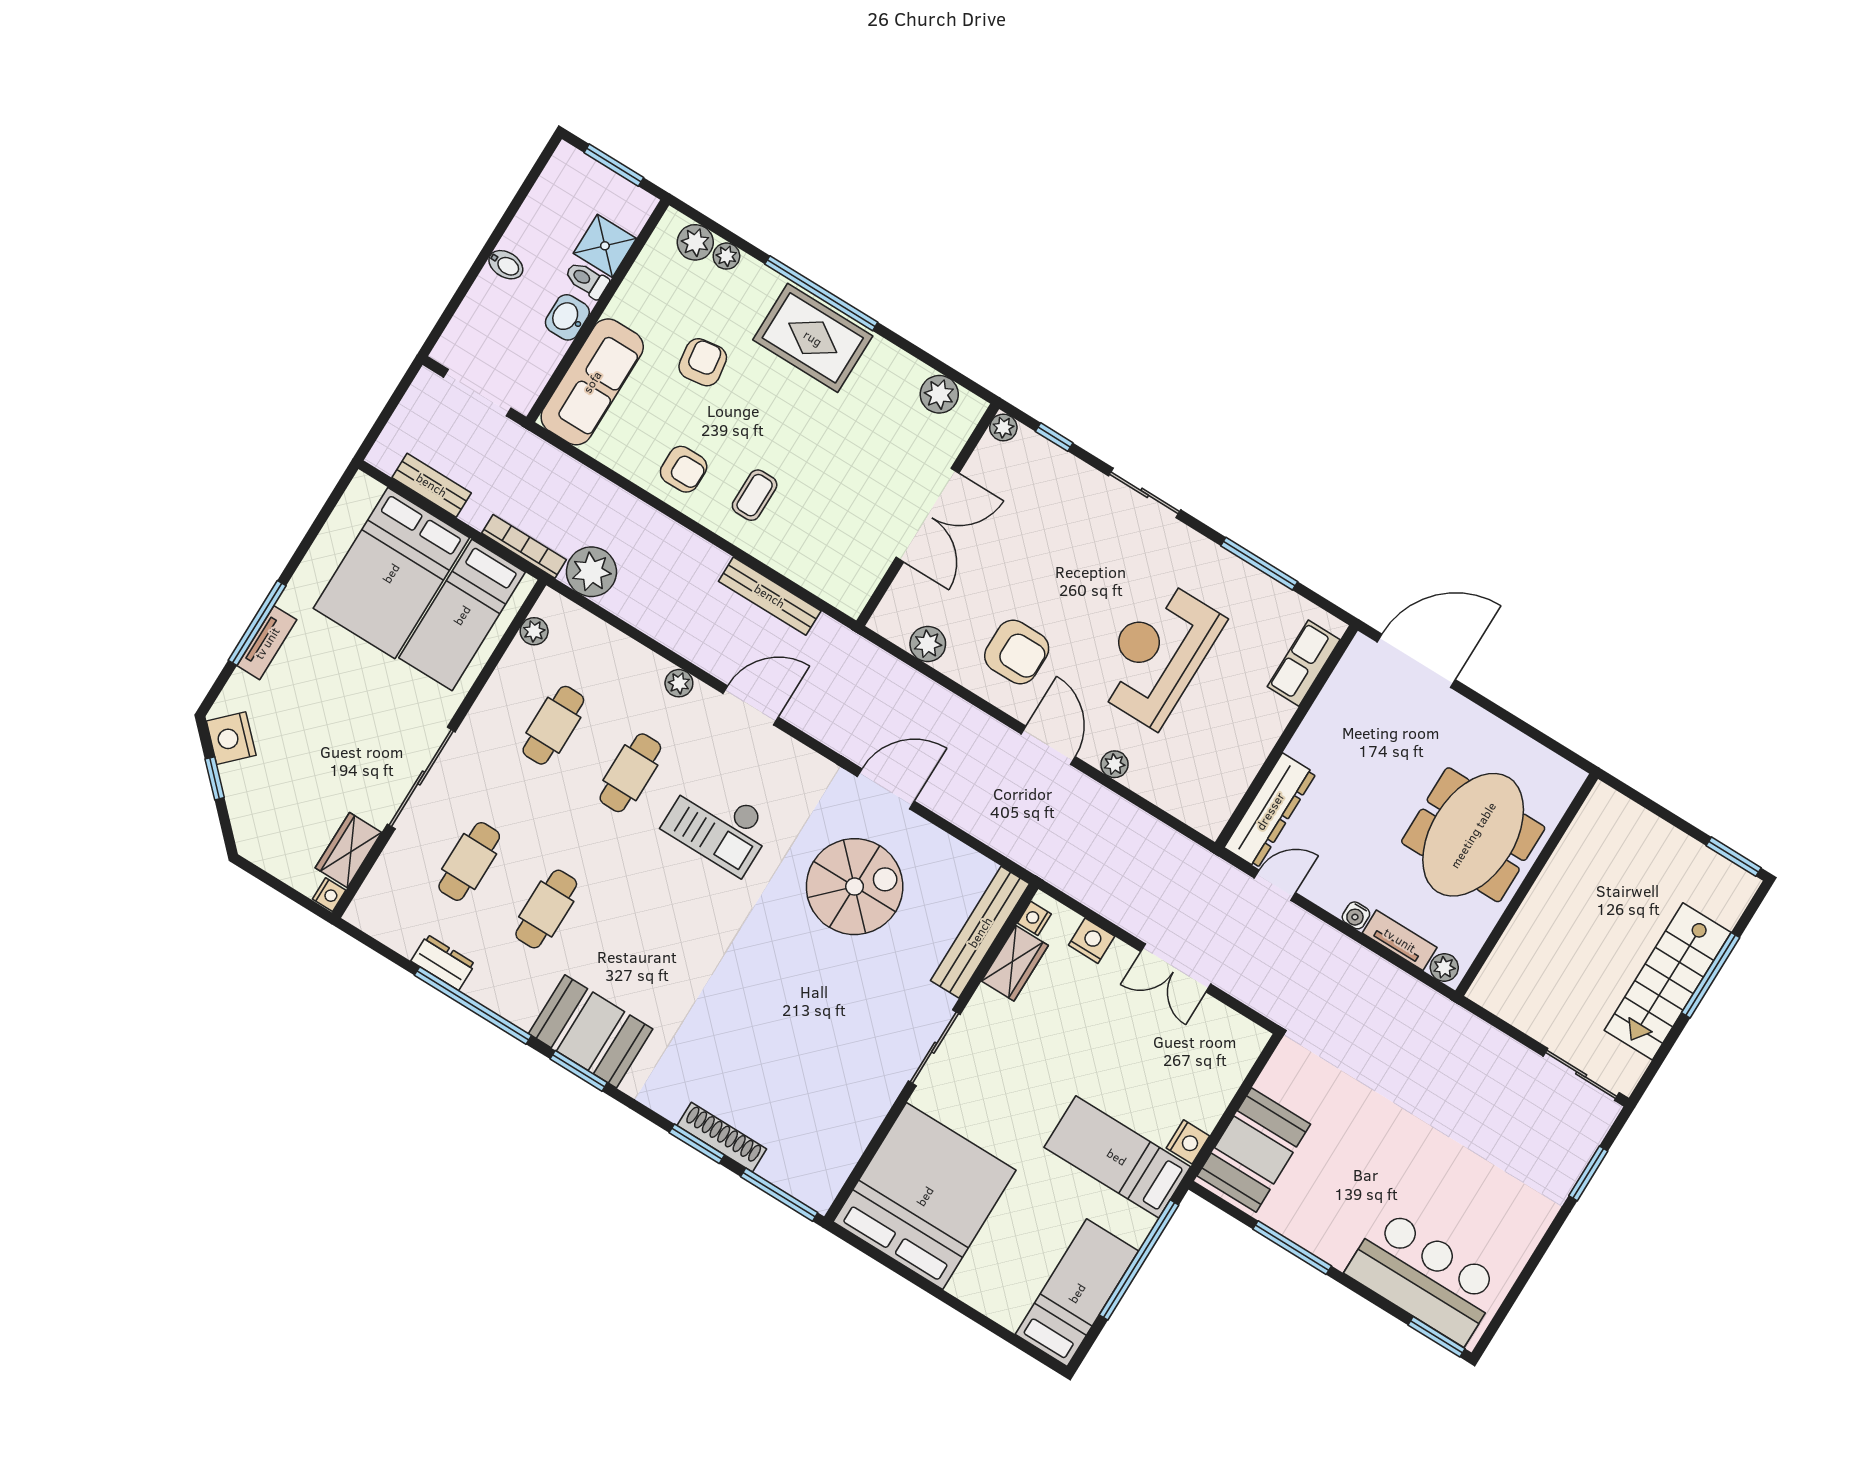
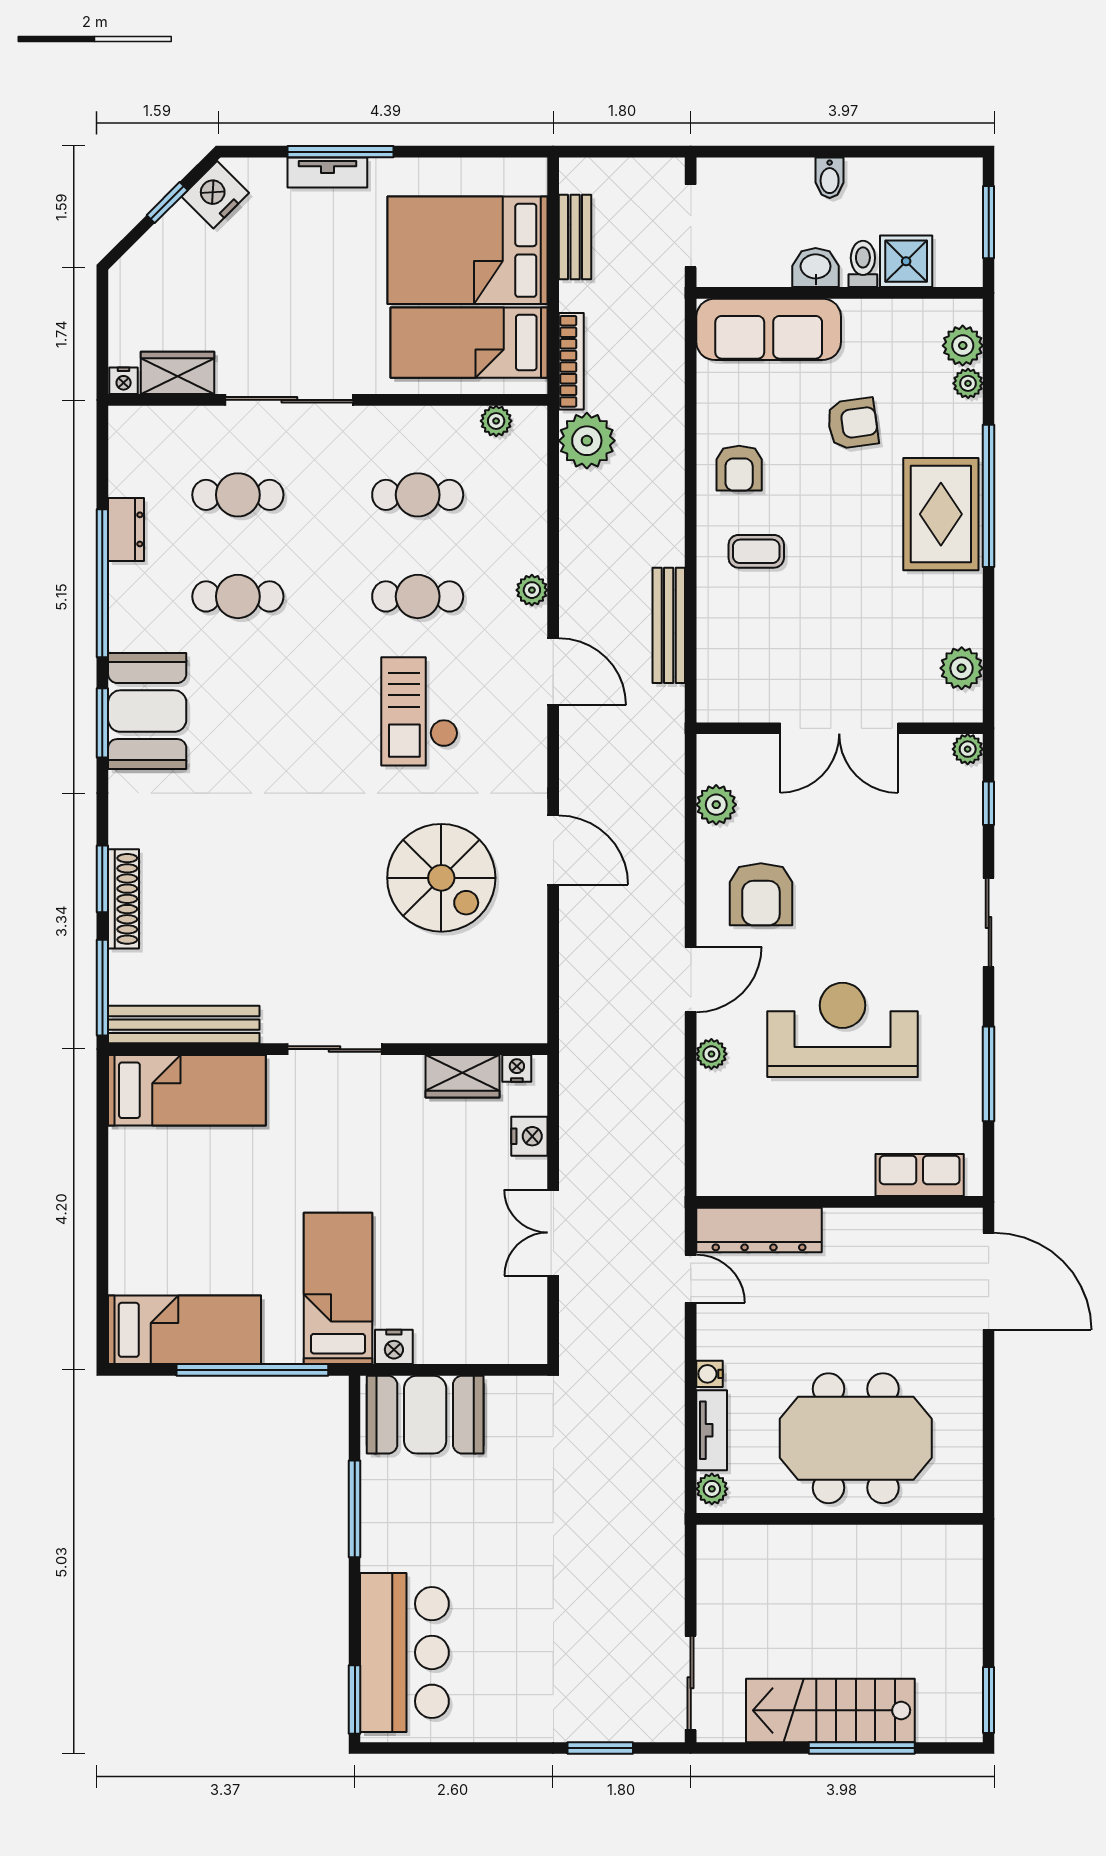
bench: (980, 932) -> (184, 1025), moved
bed: (925, 1196) -> (187, 1090), width x0.49

